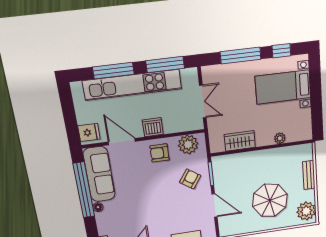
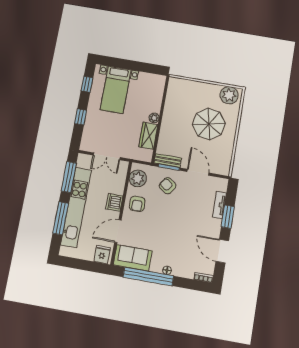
window: (241, 56) -> (81, 117), width x0.46
double door: (203, 102) -> (107, 156), swing flipped
plant: (280, 138) -> (154, 118), moved
sofa: (99, 174) -> (133, 258), width x0.73
bench: (309, 175) -> (168, 160), moved
door: (215, 205) -> (198, 172), hinge flipped

